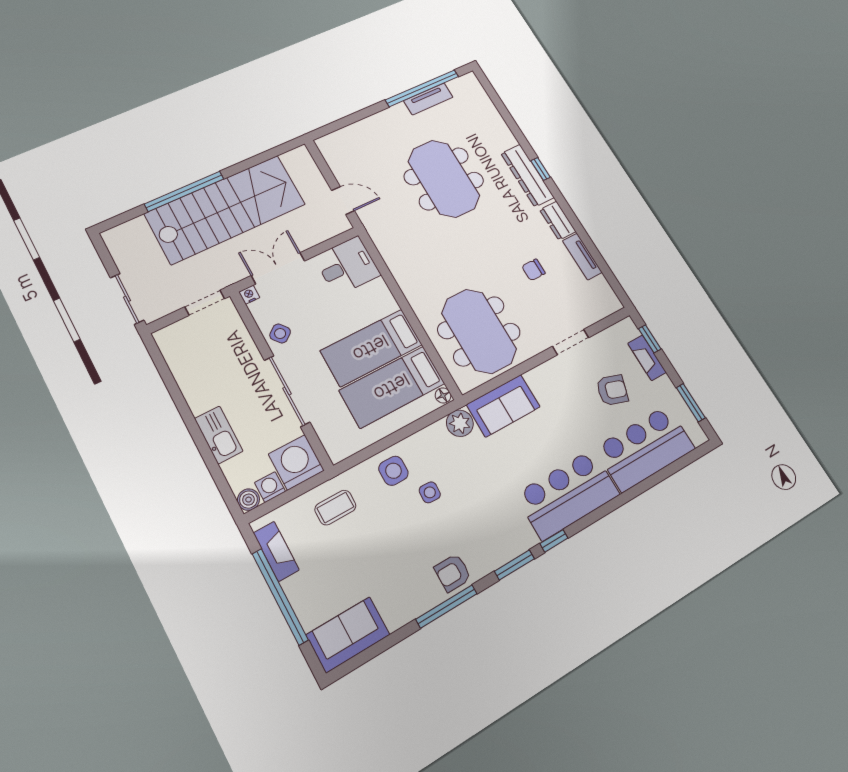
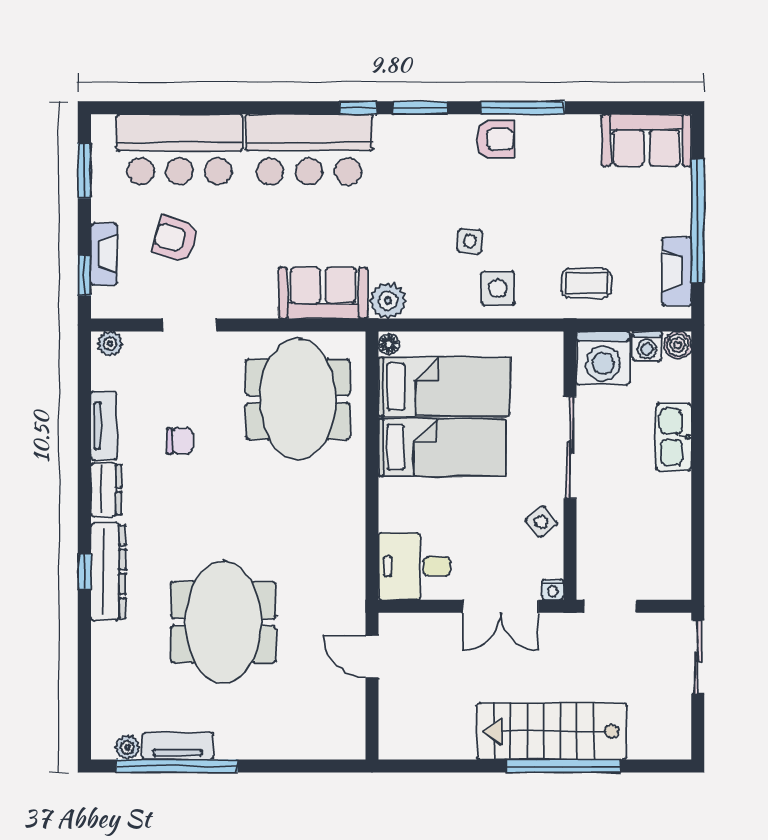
plant: (456, 86) -> (127, 747), added
stairs: (226, 209) -> (552, 731), width x0.73, depth x0.66
plant: (609, 306) -> (110, 344), added

